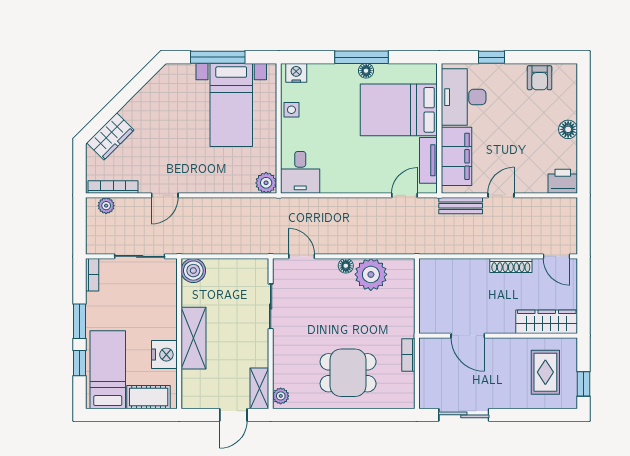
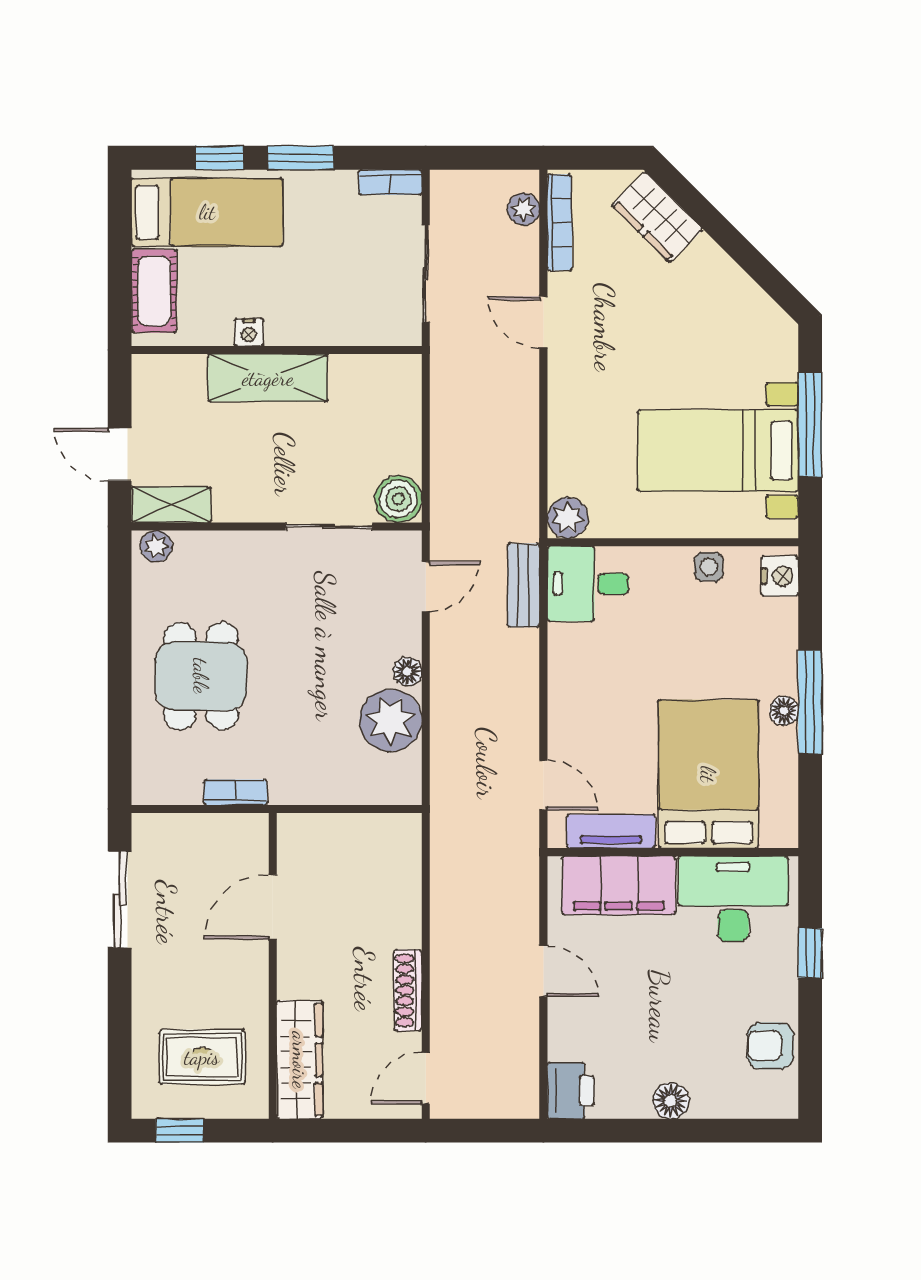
bench: (461, 206) -> (523, 585), moved
boiler: (193, 271) -> (398, 499), moved
nightstand: (164, 355) -> (249, 332), width x0.53, depth x0.56

